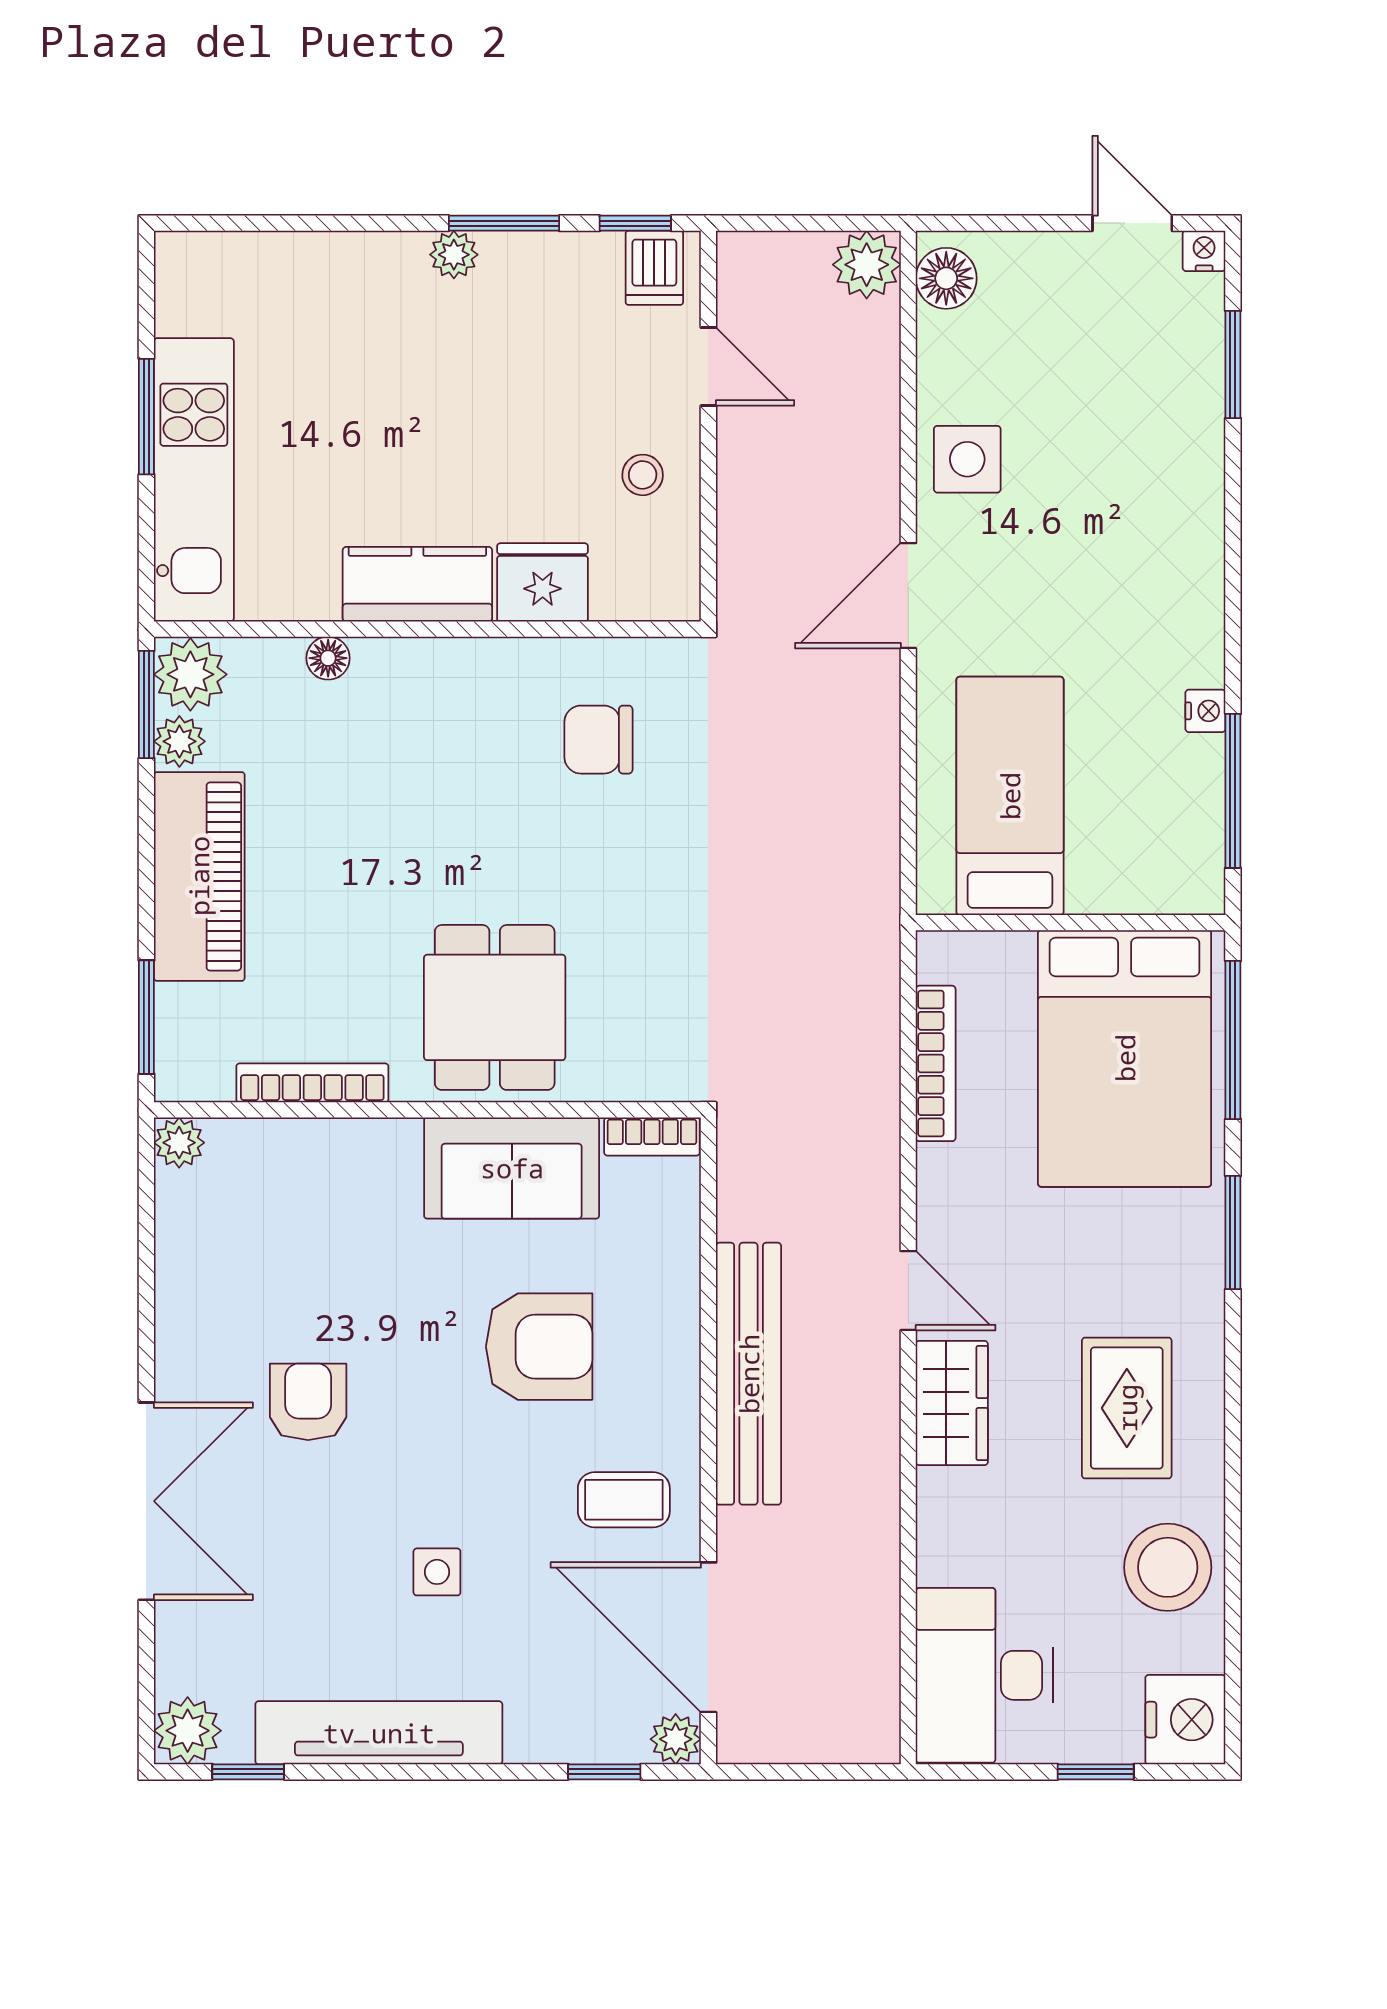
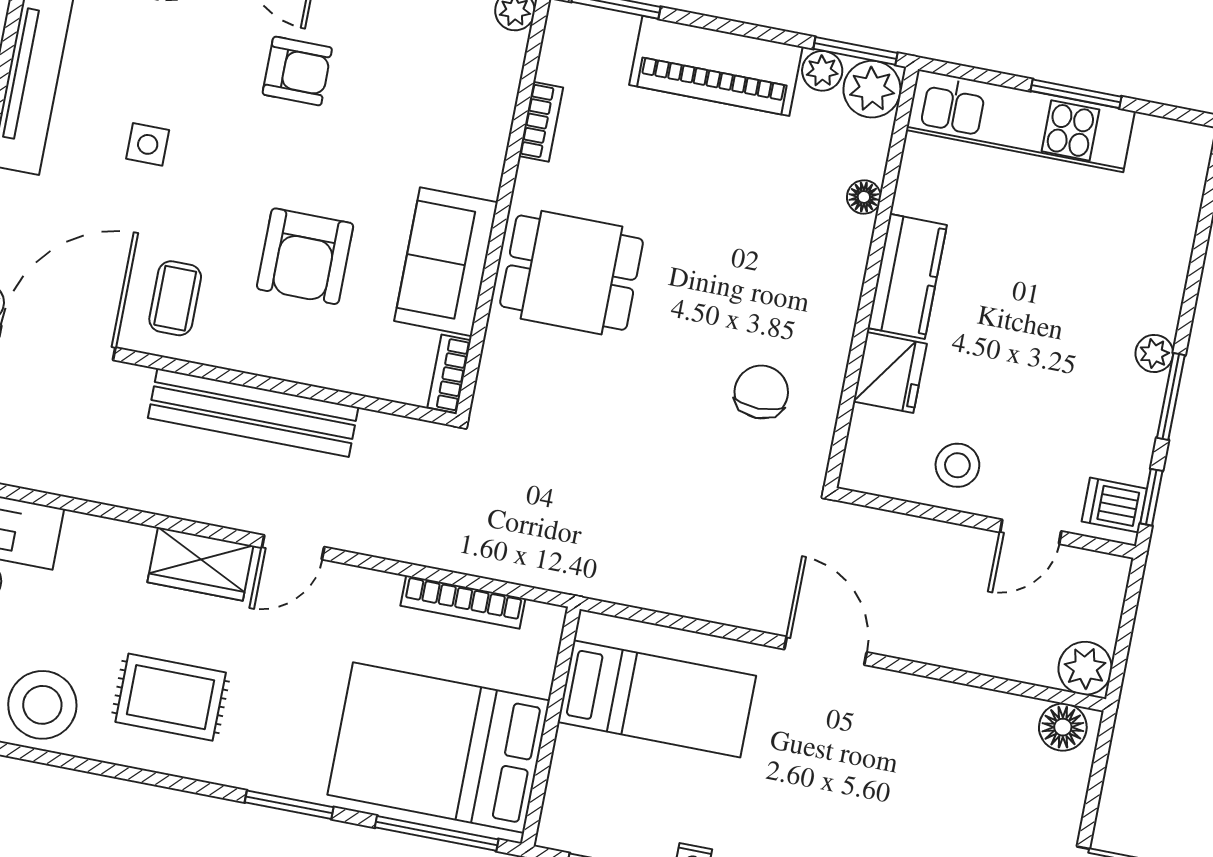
side table: (967, 459) -> (921, 716), removed
stool: (643, 475) -> (957, 465), width x1.37, depth x1.37
bookcase: (312, 1083) -> (541, 122), width x0.64

